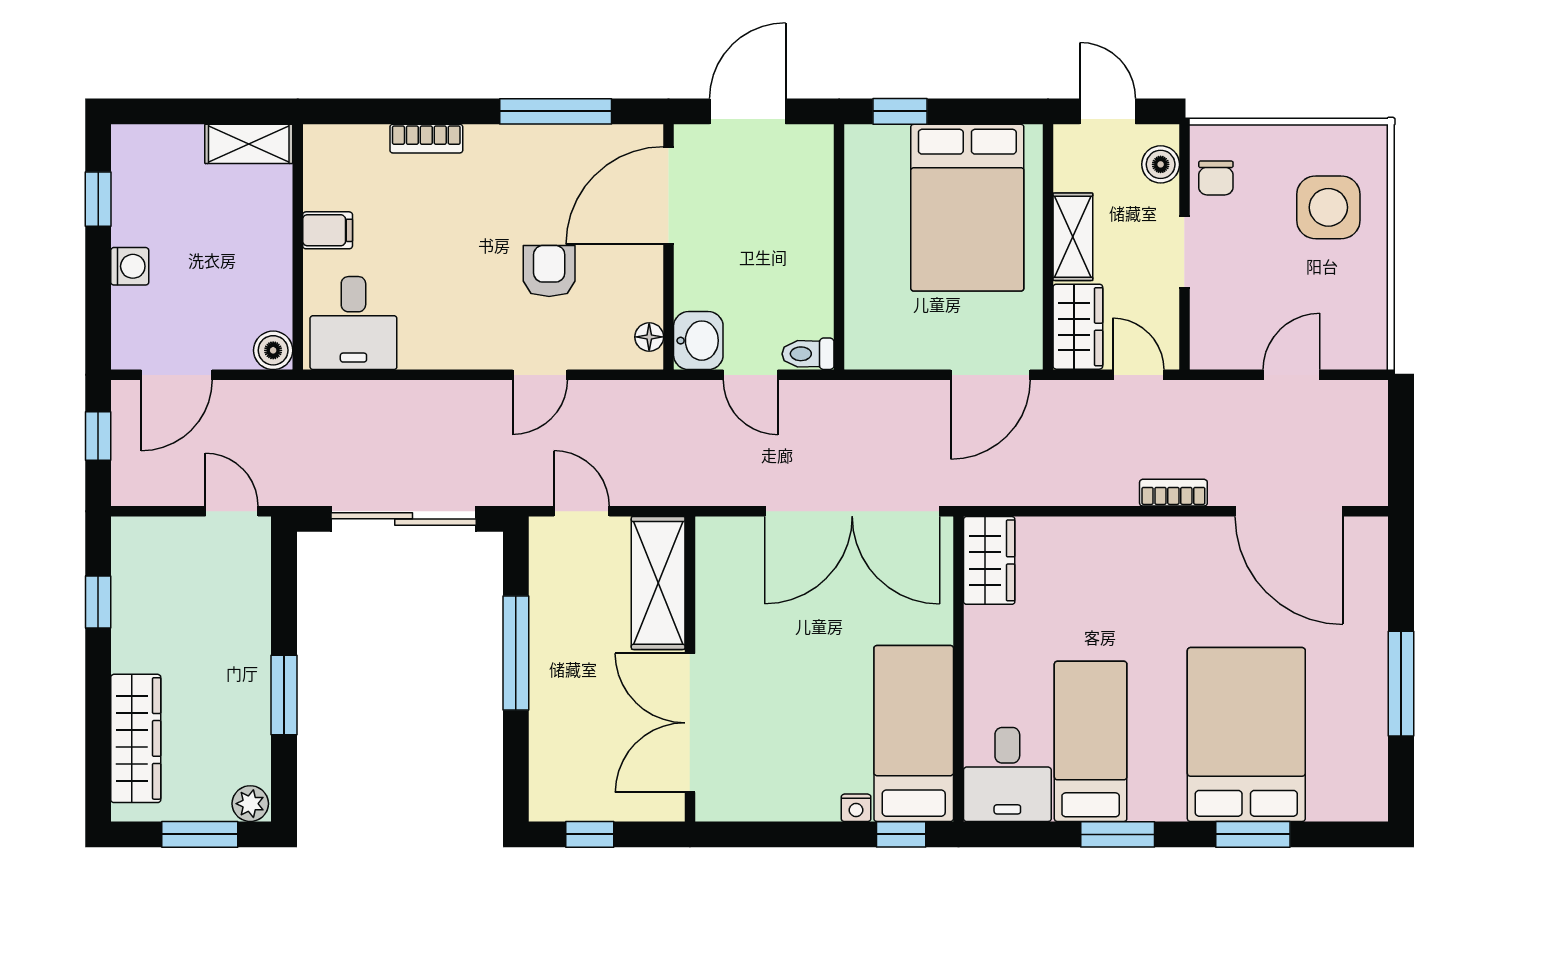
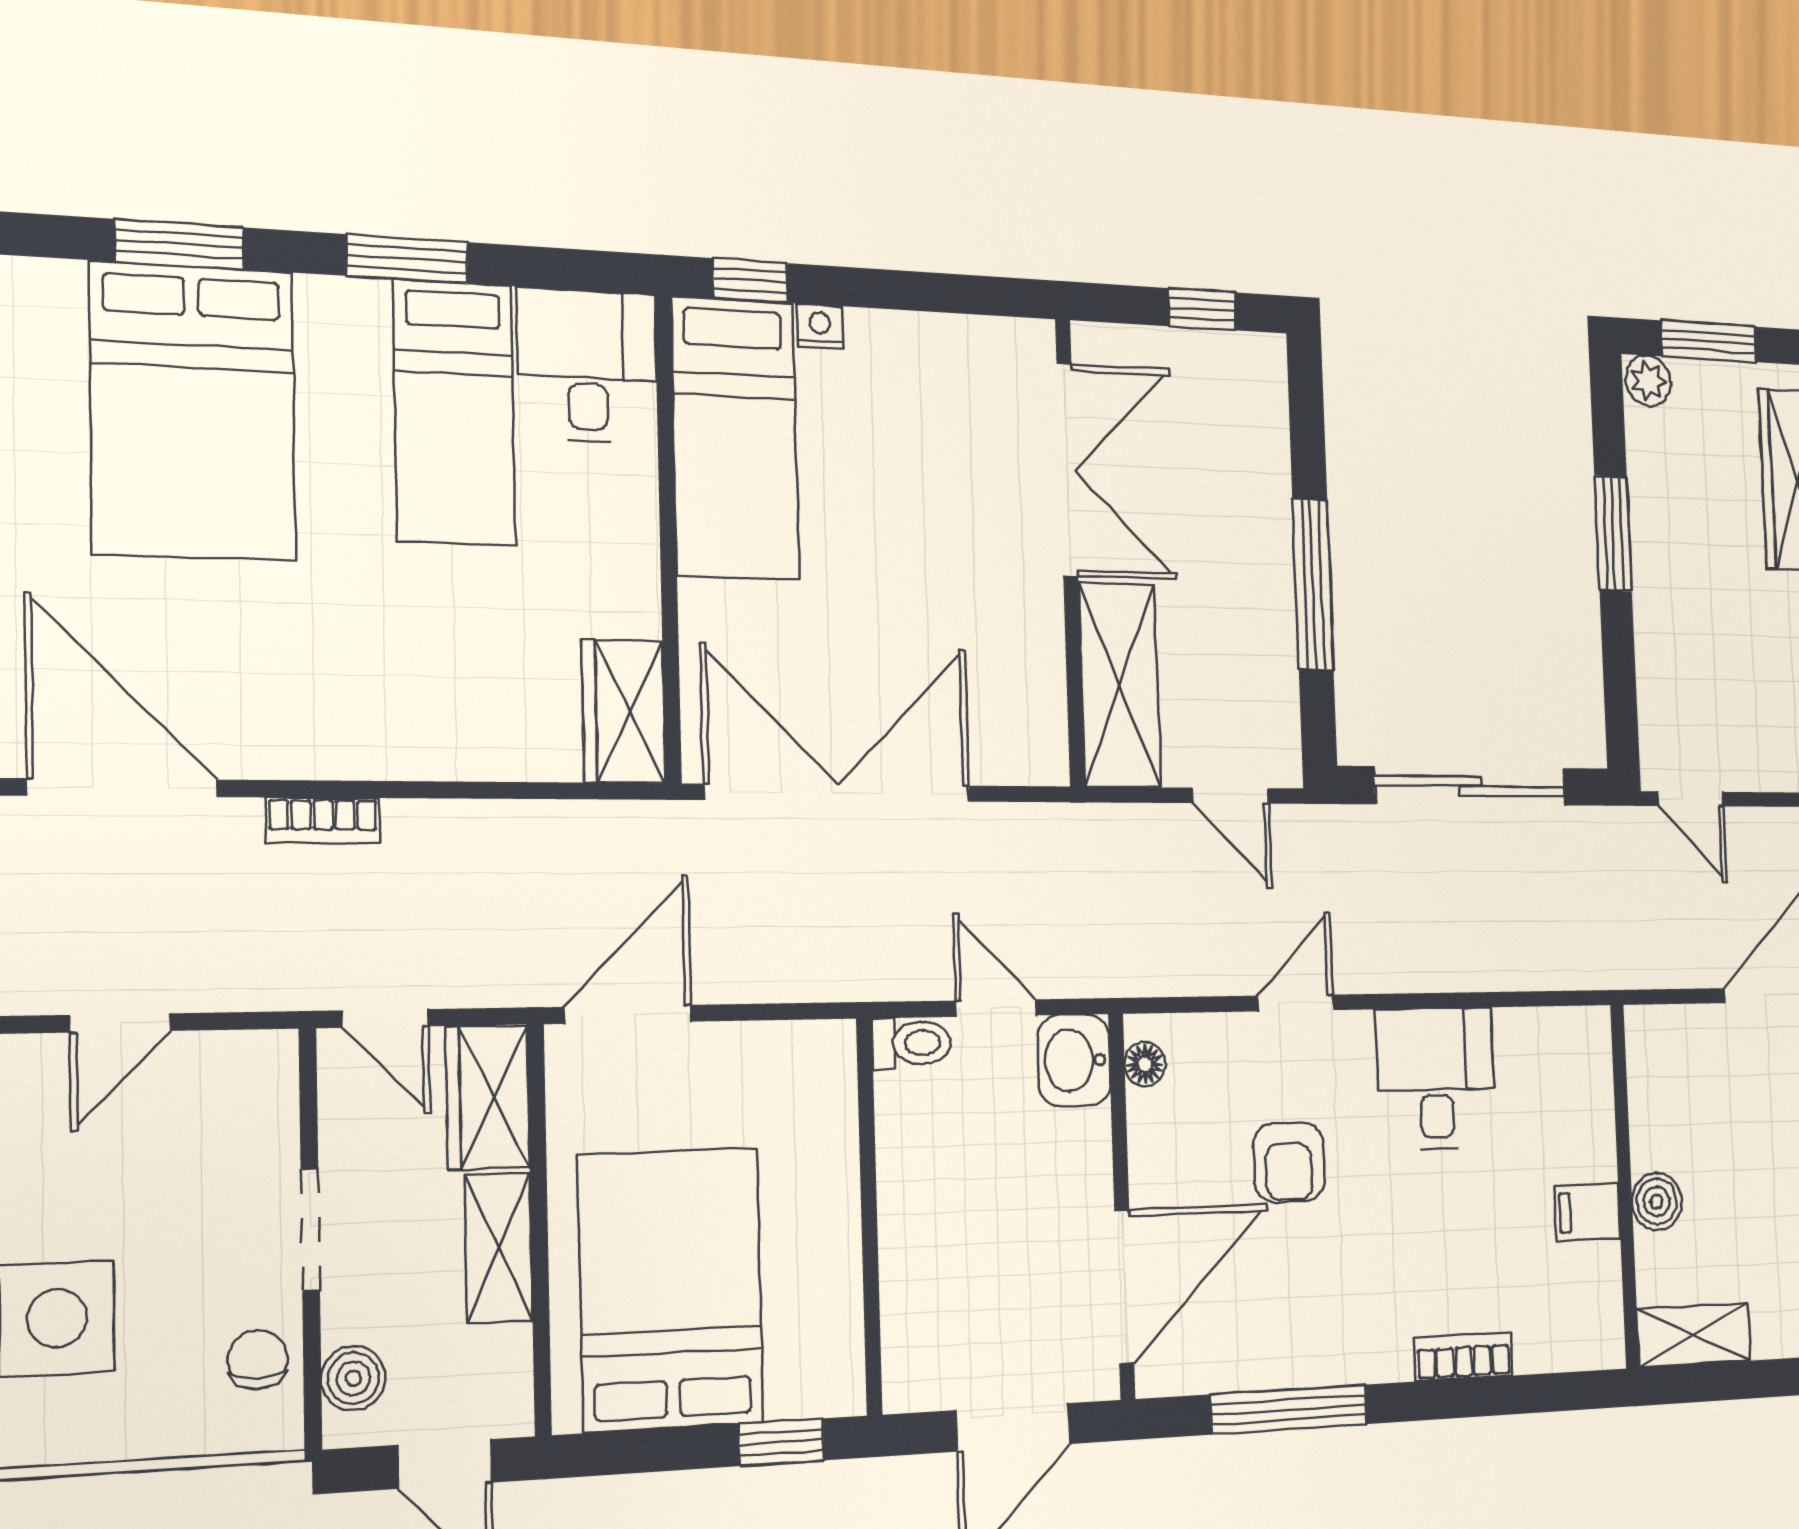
desk: (353, 323) -> (1436, 1078), moved
boiler: (273, 350) -> (1657, 1202), moved

